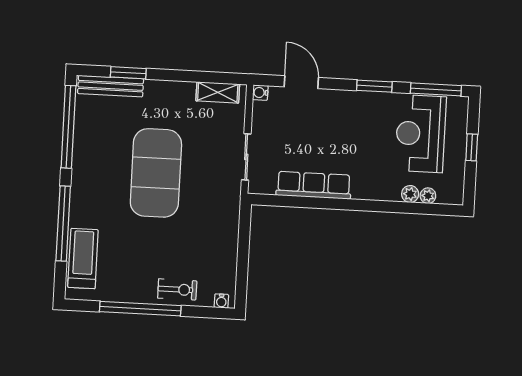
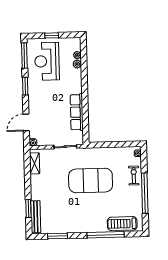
window: (68, 127) -> (58, 236), width x0.47
reception desk: (421, 134) -> (47, 61), turned 90
exercise mat: (156, 173) -> (91, 180), moved

